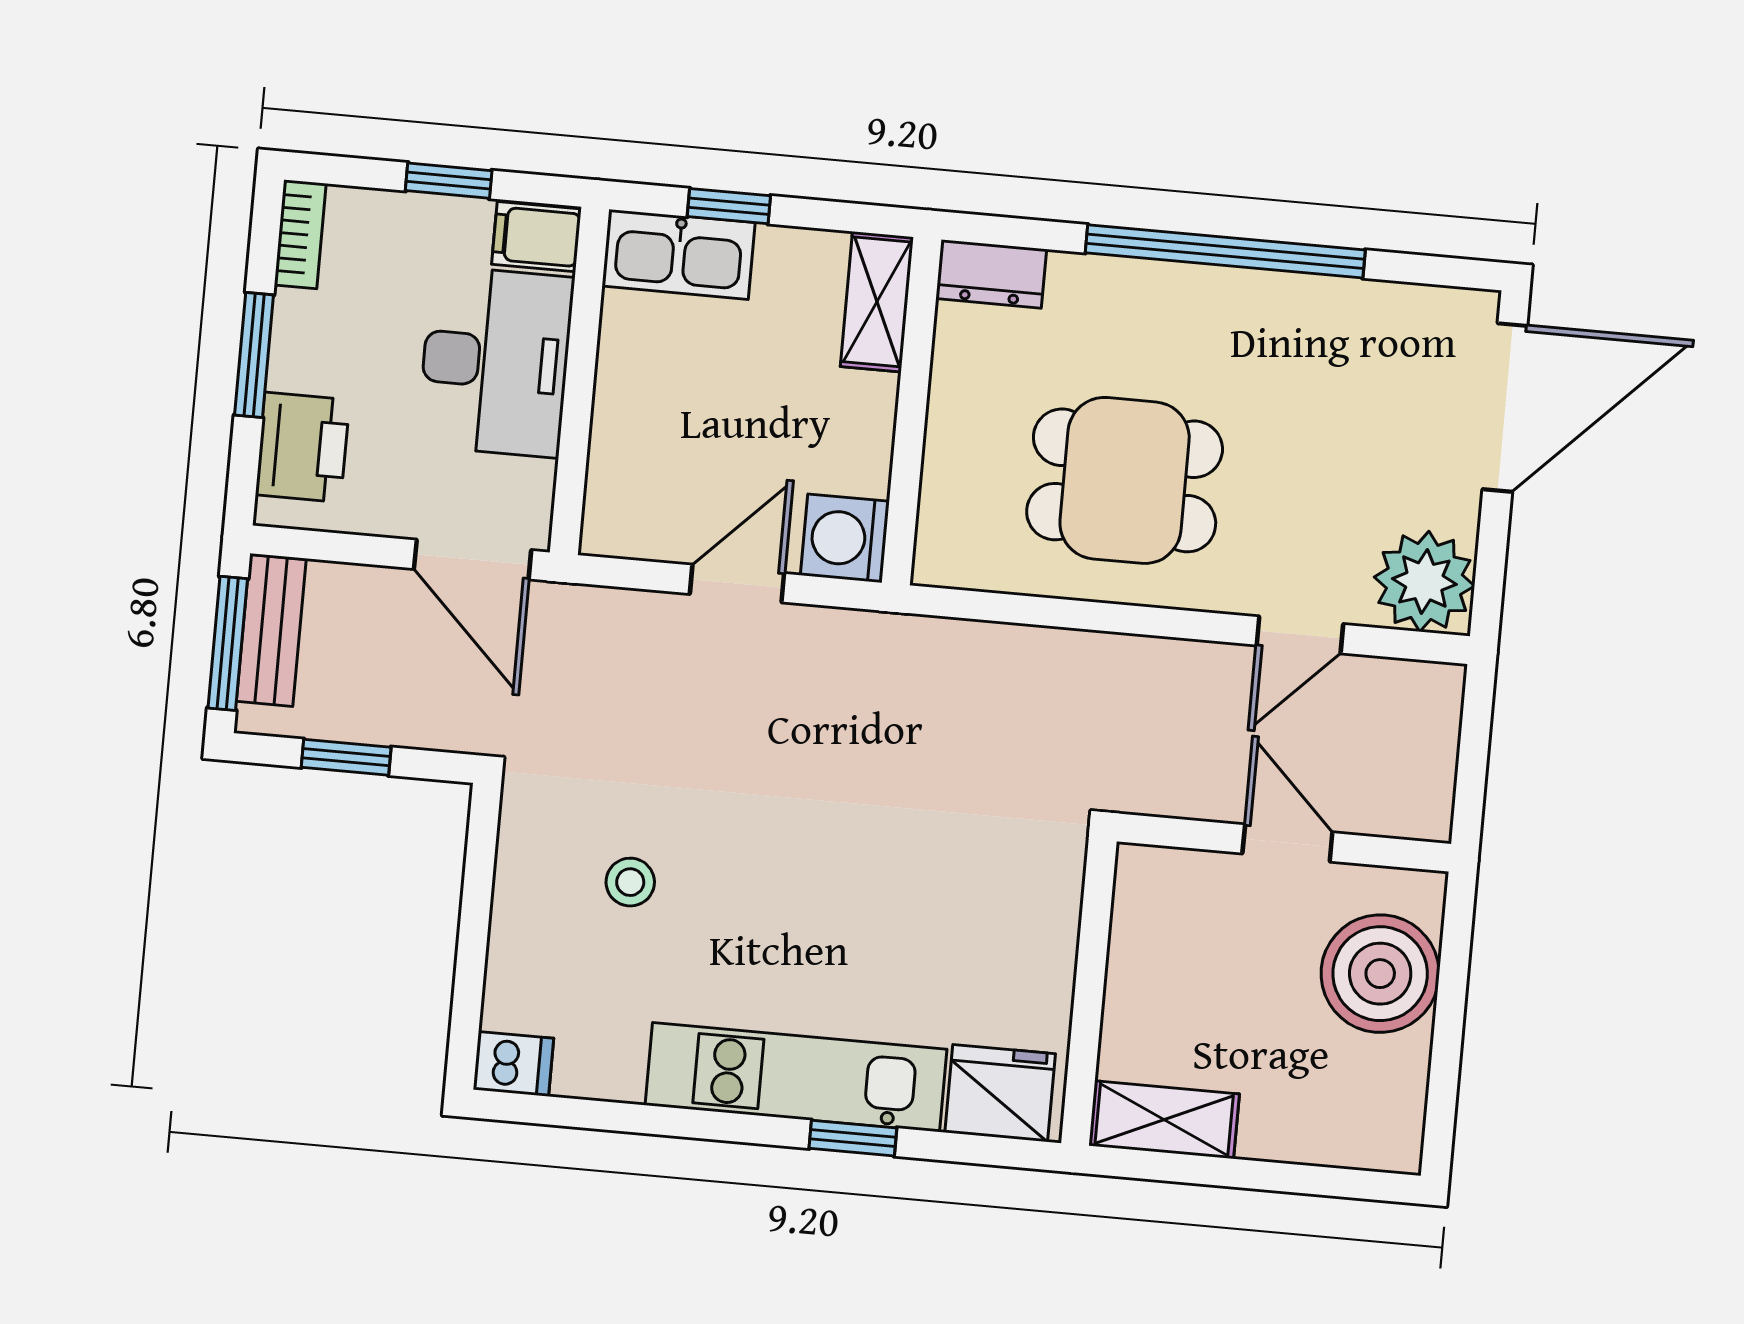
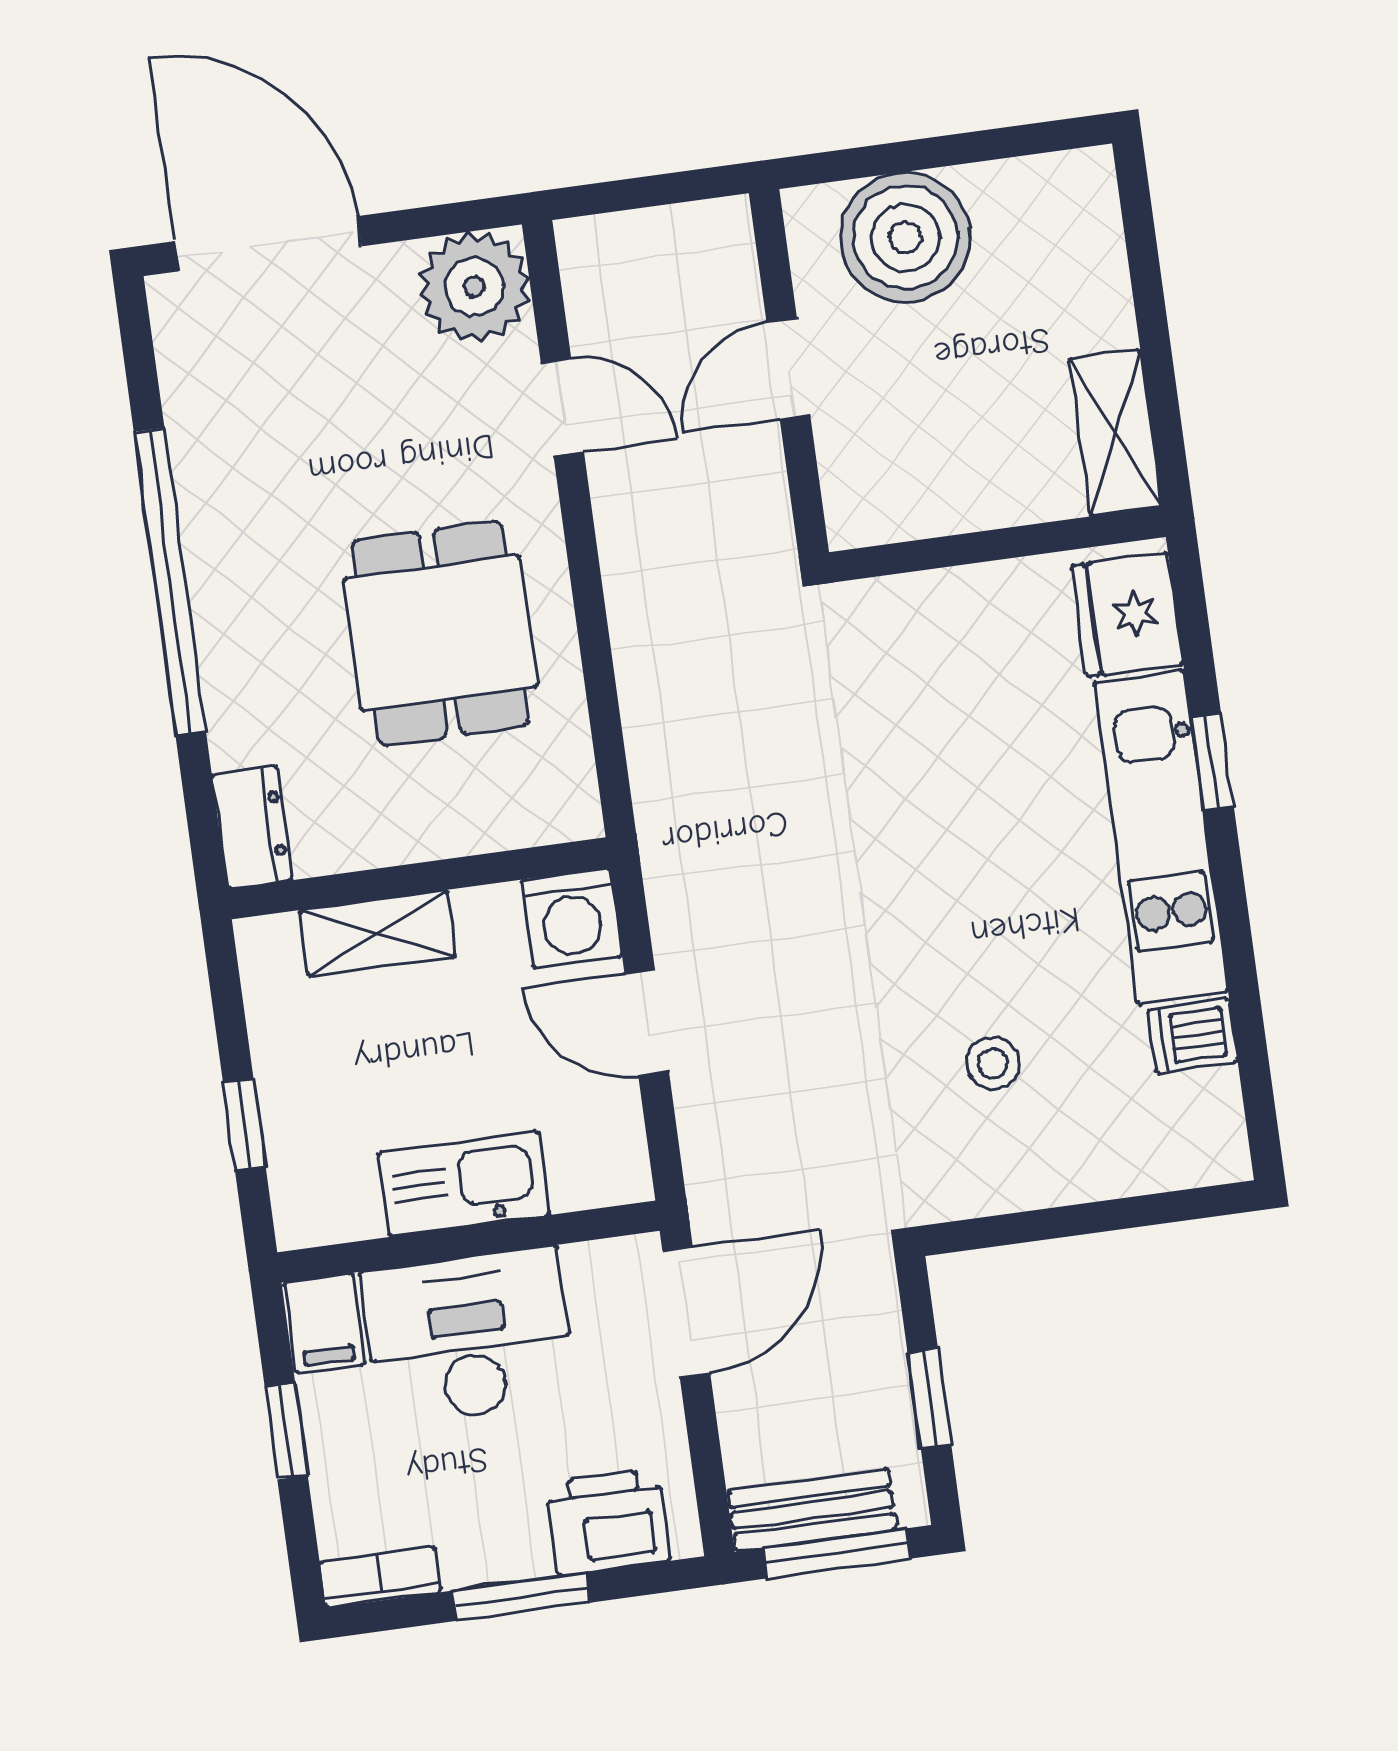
kitchen sink: (679, 254) -> (464, 1184), moved, turned -90
shelving: (877, 302) -> (377, 933), moved
dishwasher: (513, 1064) -> (1192, 1036), moved, turned -90

